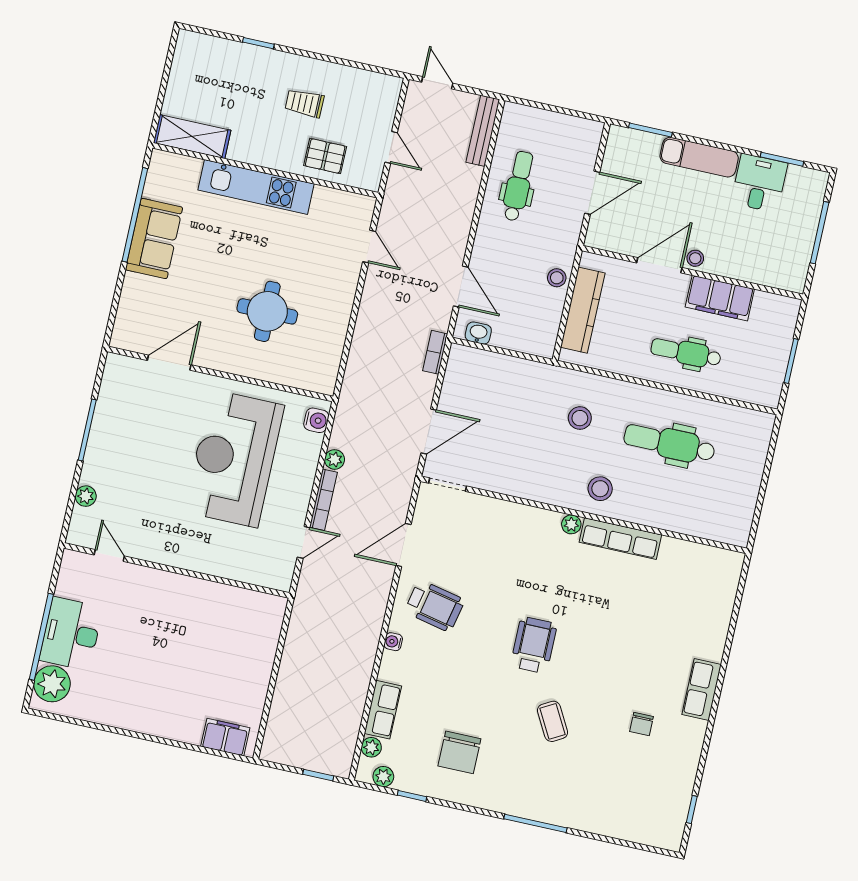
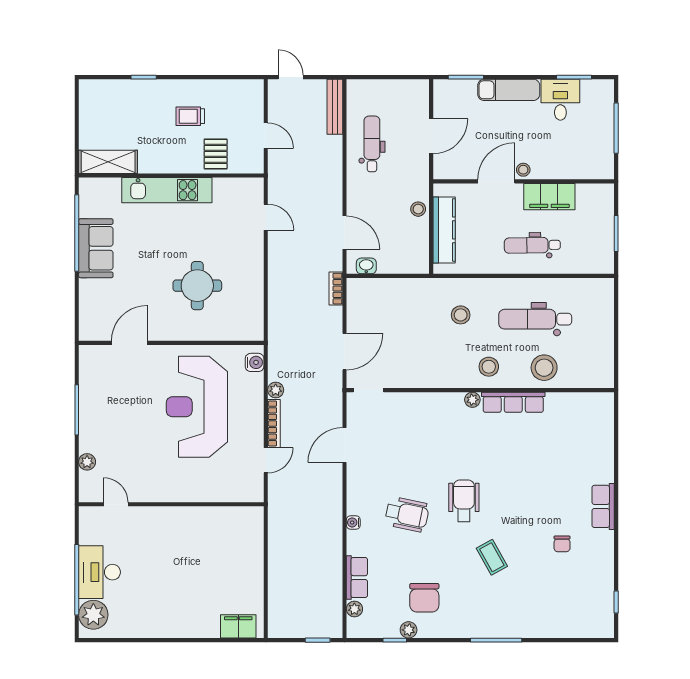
pallet: (325, 156) -> (216, 154), turned 90
stool: (667, 505) -> (544, 368), added
wheelchair: (435, 606) -> (407, 514), moved
plant: (383, 777) -> (409, 630), moved

